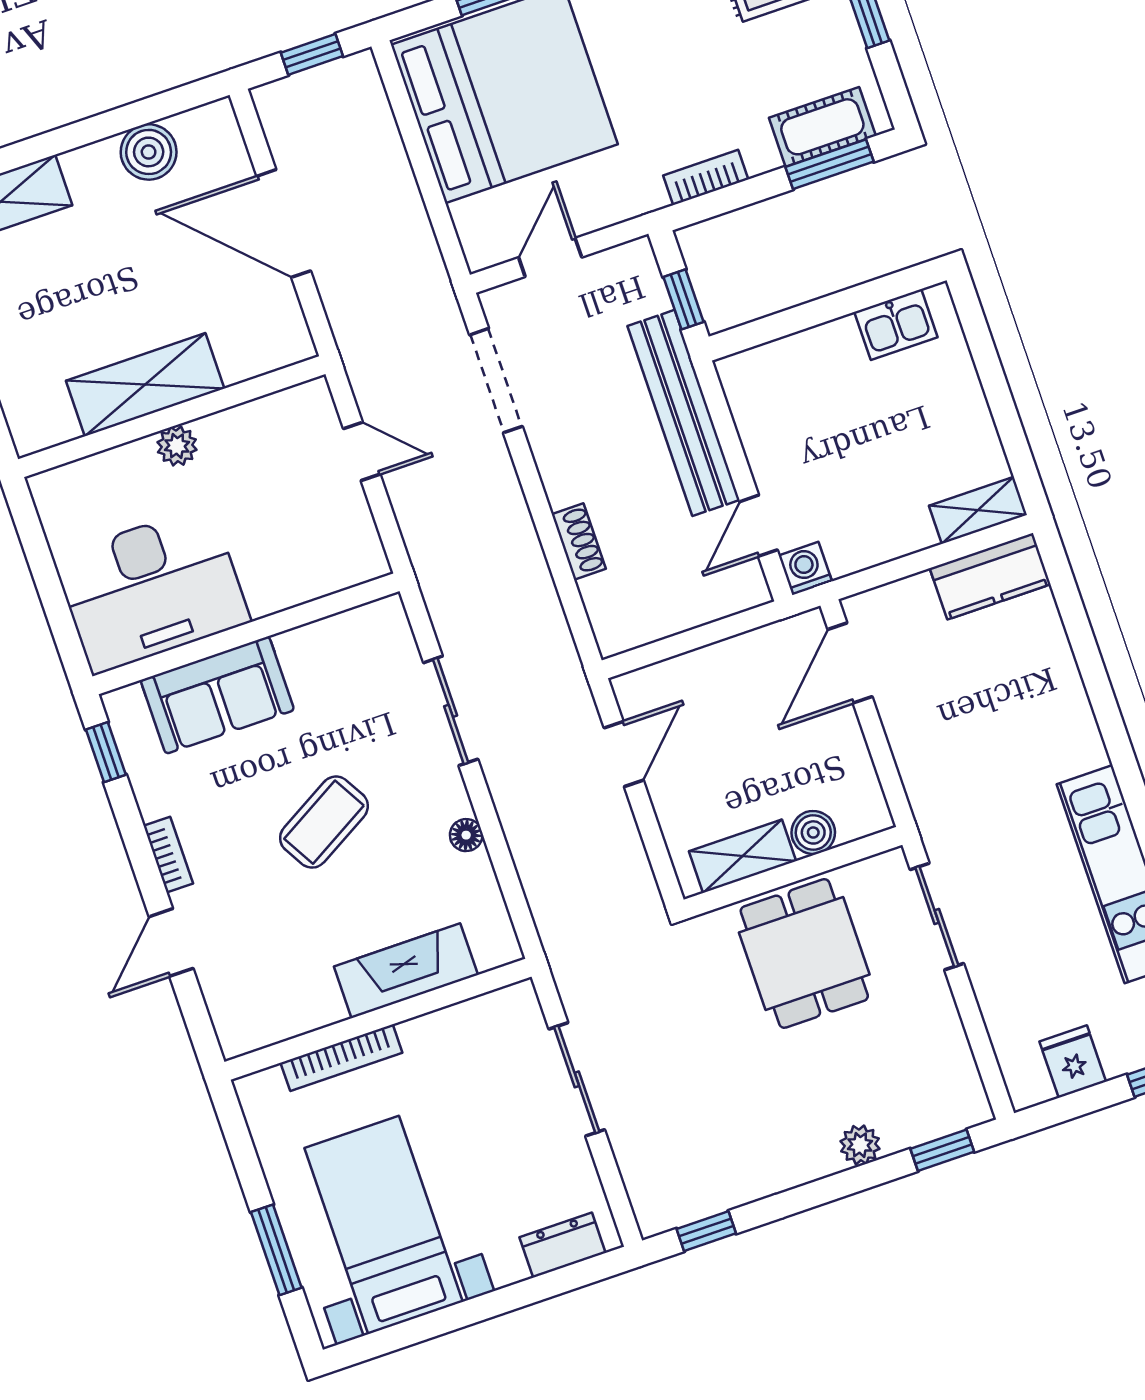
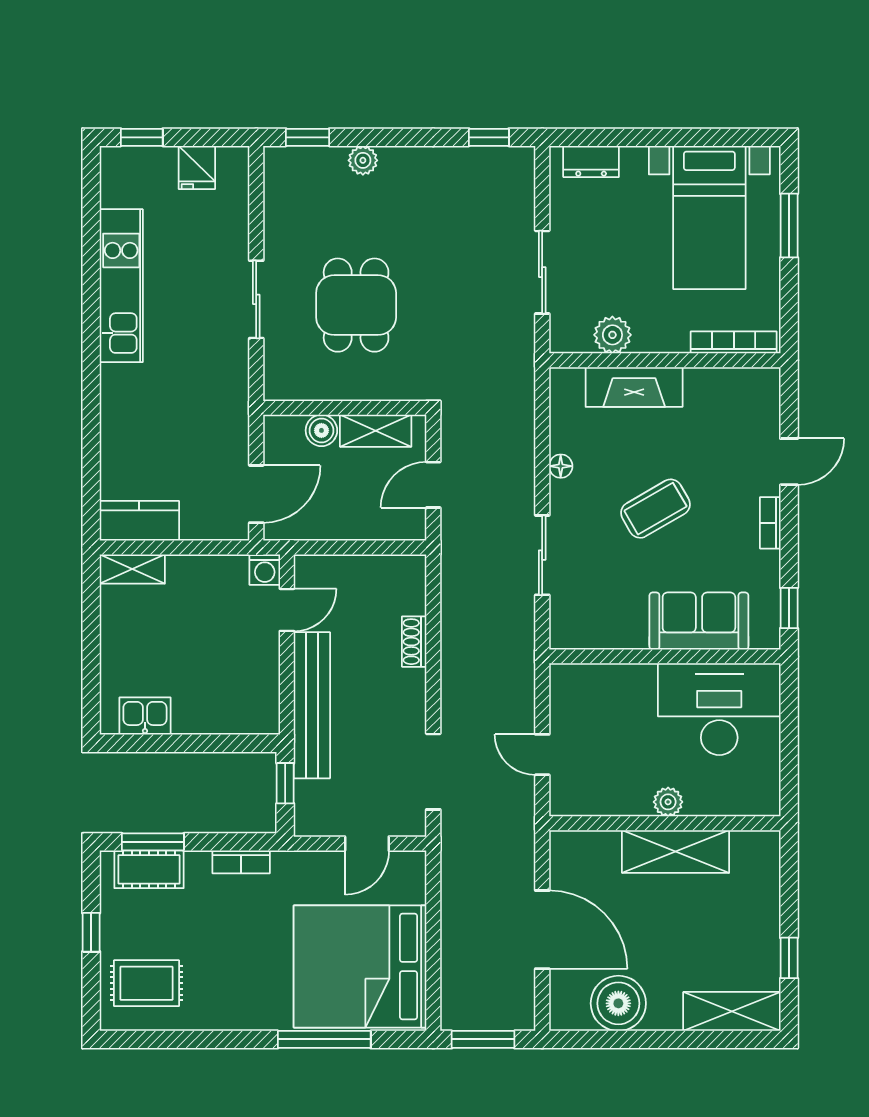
window: (312, 54) -> (483, 1039), width x1.50
boiler: (149, 152) -> (618, 1003), width x1.37, depth x1.37
boiler: (813, 832) -> (321, 430), moved
shelving: (743, 856) -> (376, 431), moved
wall: (793, 872) -> (345, 408), moved
plant: (457, 1029) -> (612, 335), added
bookcase: (341, 1058) -> (734, 342), moved

